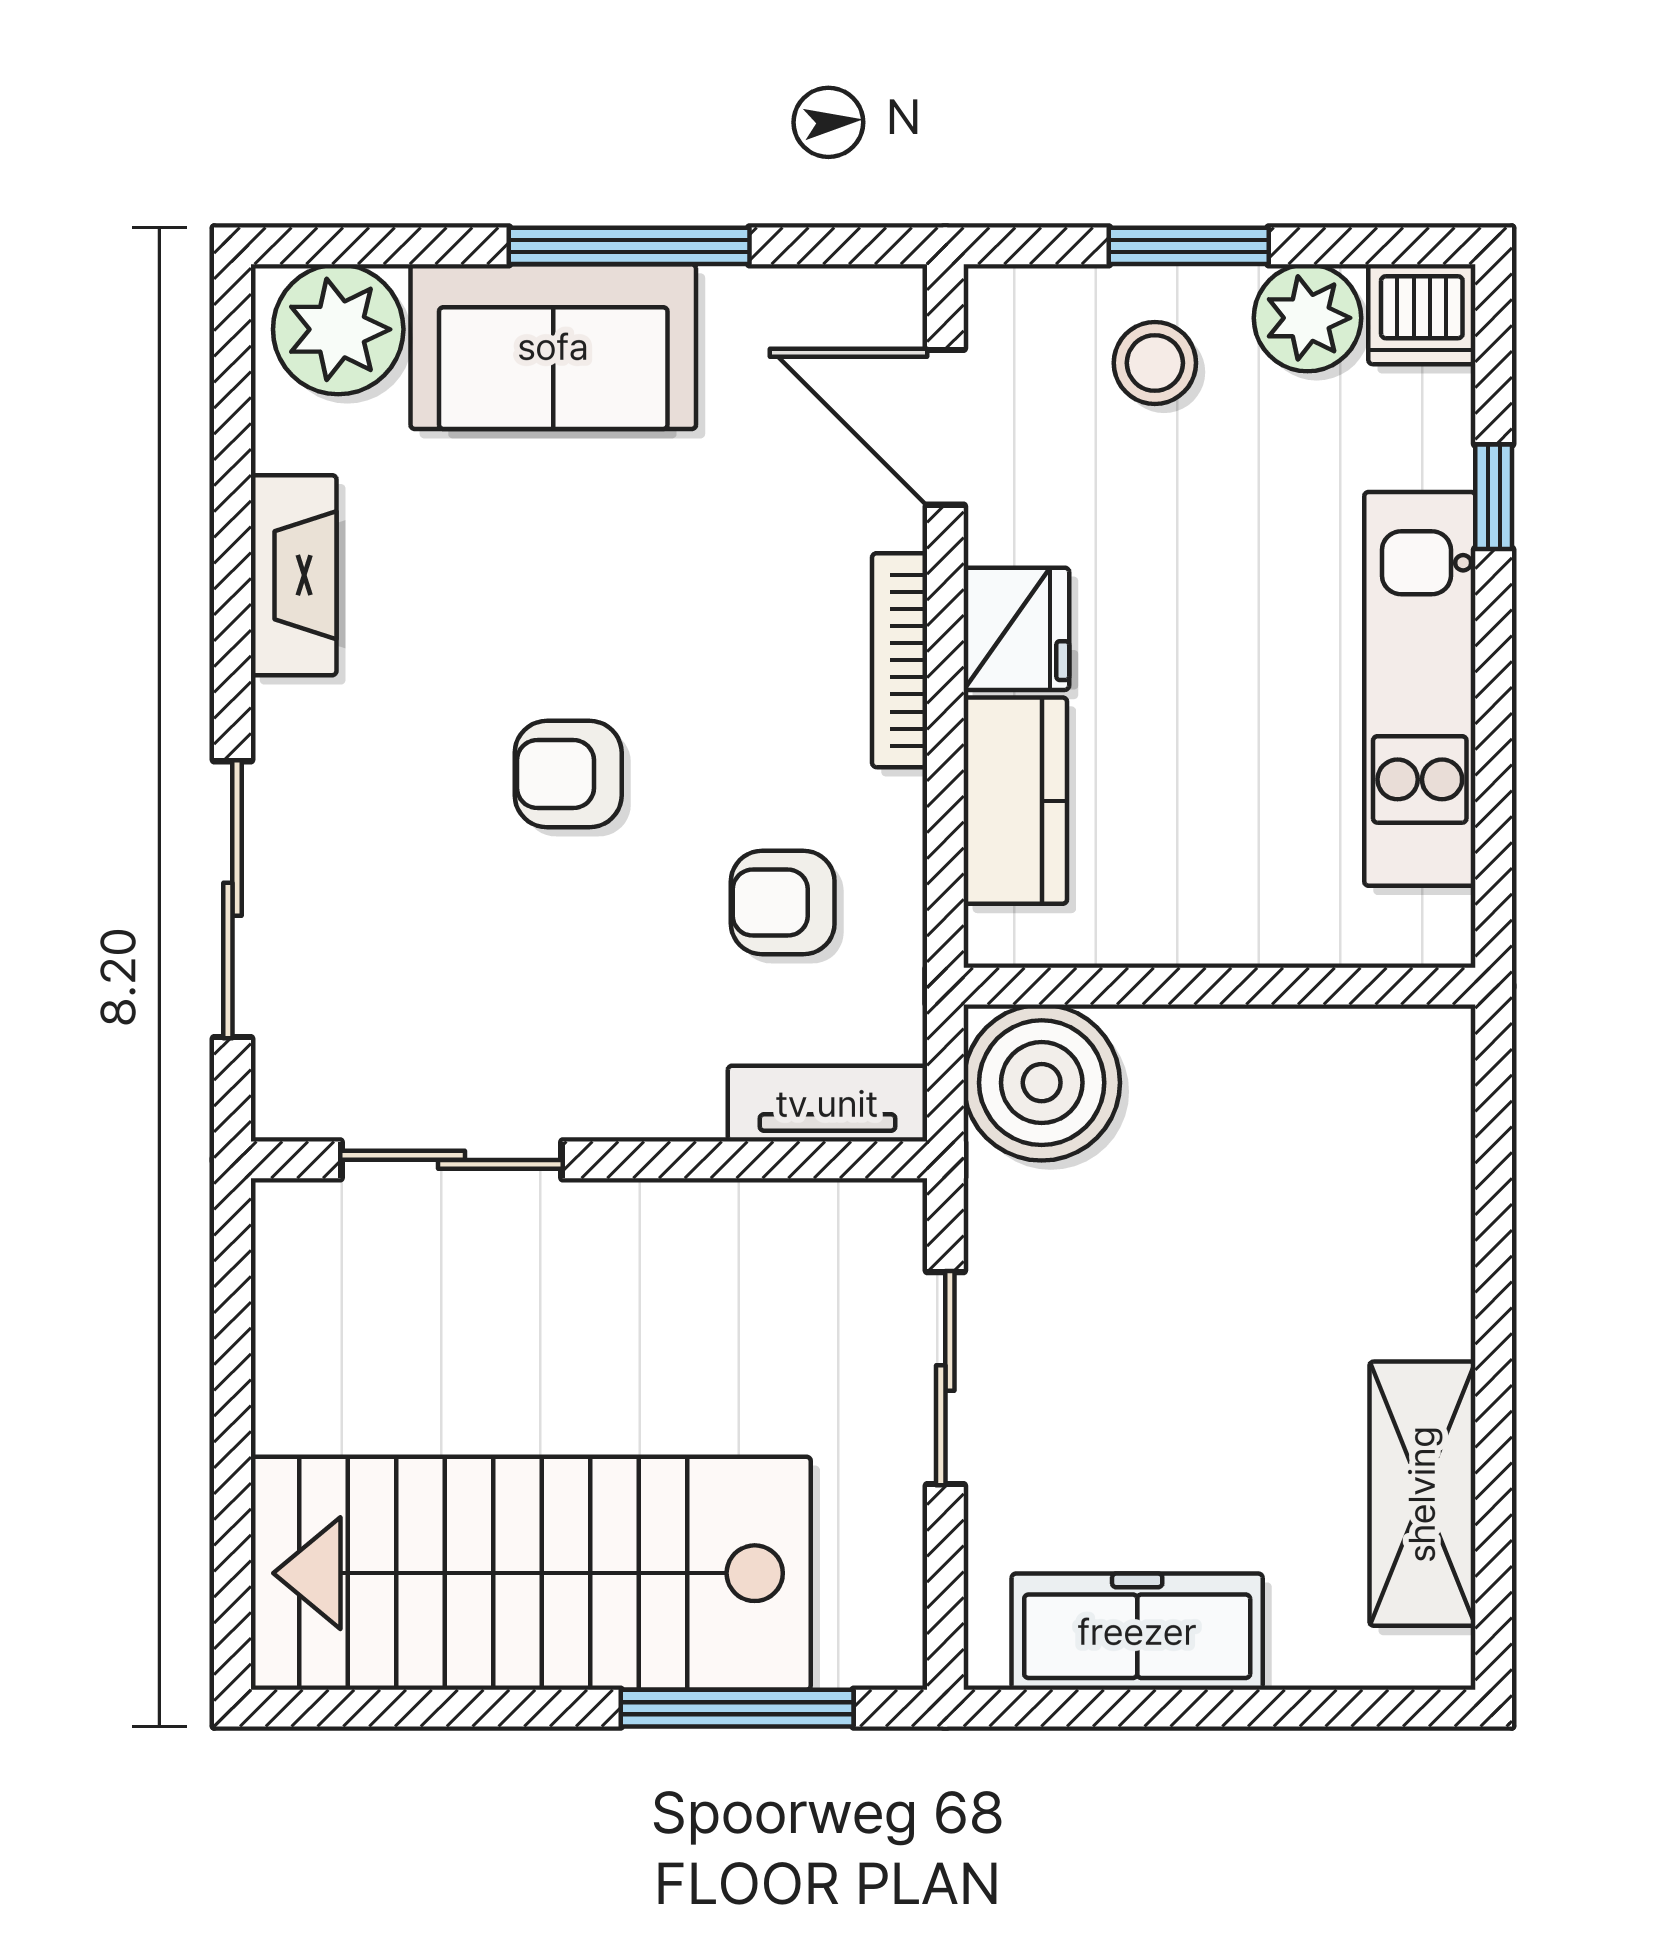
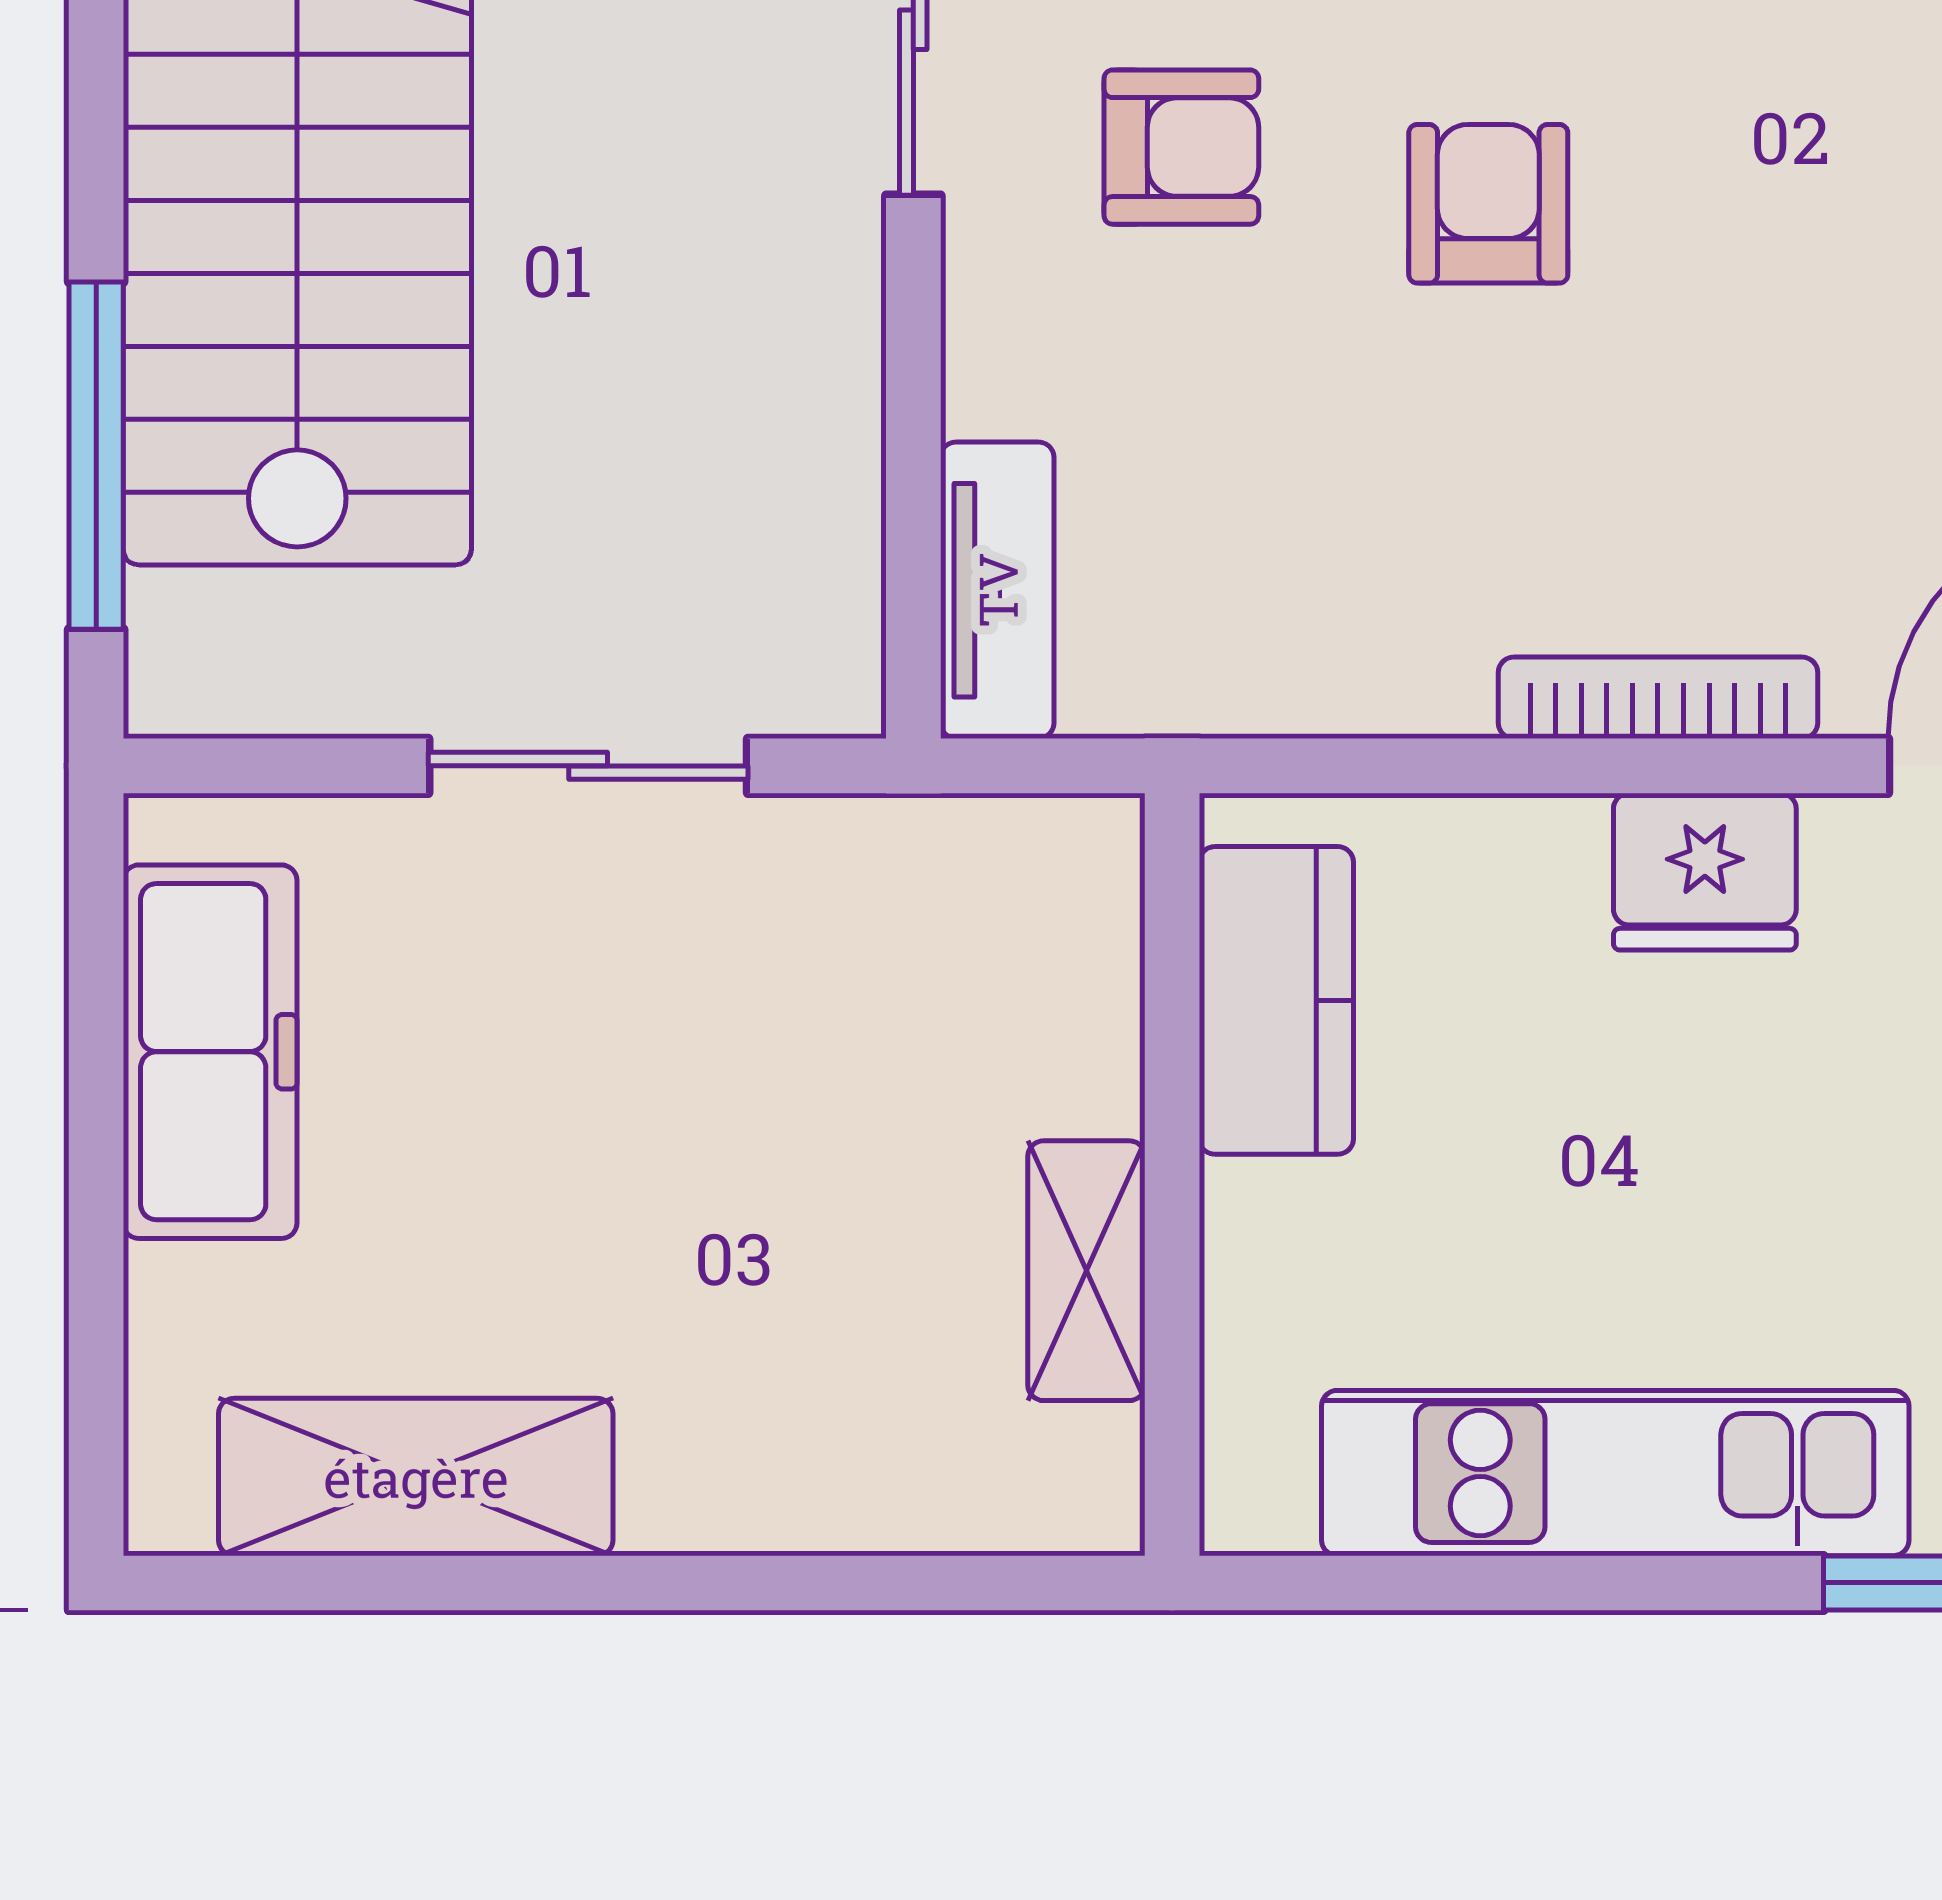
kitchen counter: (1015, 801) -> (1276, 1000), moved, turned -90
armchair: (783, 903) -> (1181, 147), moved, turned 90
shelving: (1284, 1044) -> (1086, 1271), added
boiler: (1042, 1083) -> (1028, 909), removed

